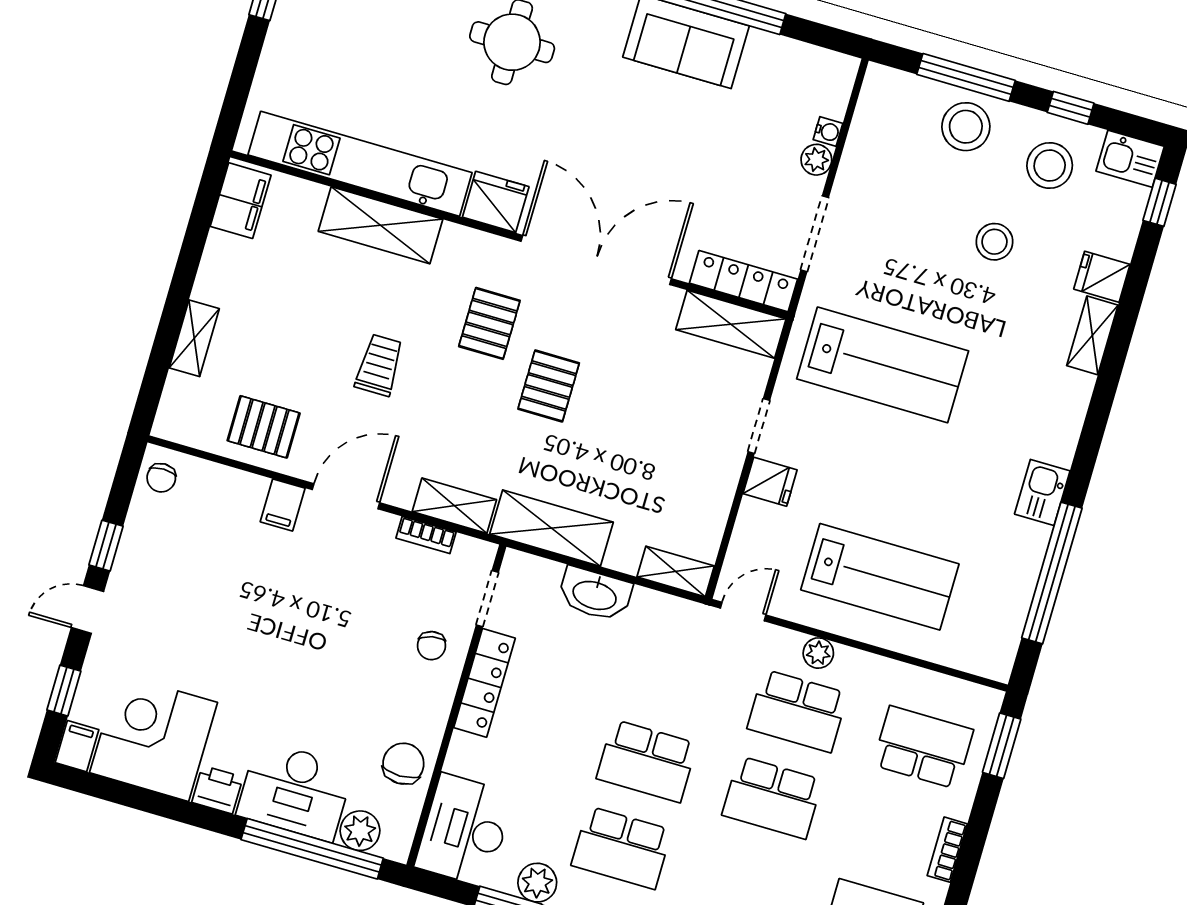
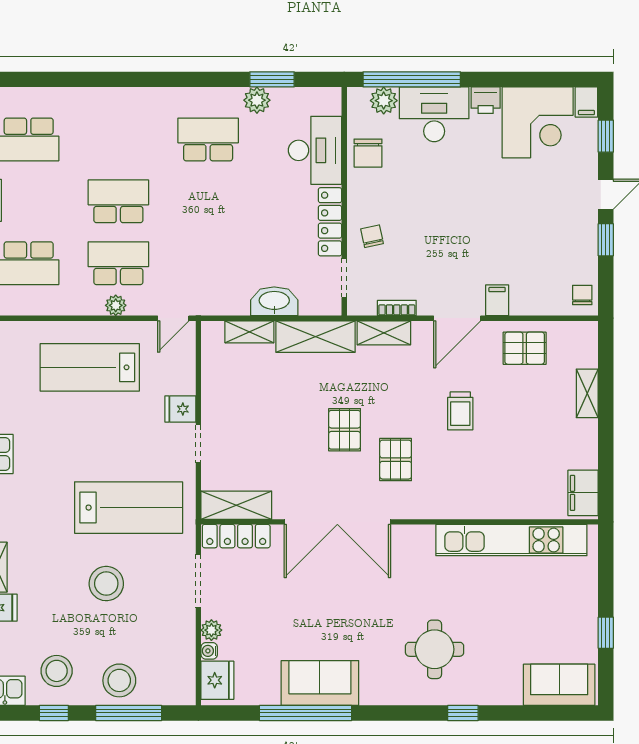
fridge: (496, 202) -> (217, 680), moved, turned -90
shelving: (381, 225) -> (486, 503), removed
stool: (994, 242) -> (106, 584), moved, width x1.38, depth x1.38
lab bench: (883, 365) -> (129, 508), turned 180
shelving: (676, 571) -> (249, 332), moved
school desk: (647, 761) -> (208, 201), removed
desk: (464, 830) -> (315, 150), moved

